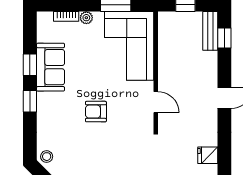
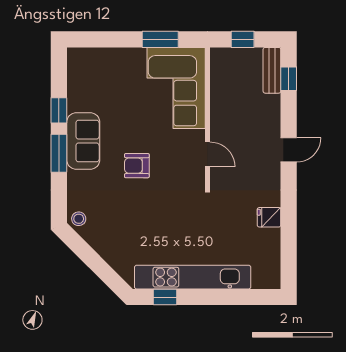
bookcase: (66, 16) -> (102, 53), removed
plant: (86, 18) -> (126, 55), removed
sofa: (50, 67) -> (83, 141), moved
window: (30, 101) -> (59, 153), width x1.50

